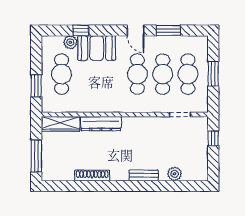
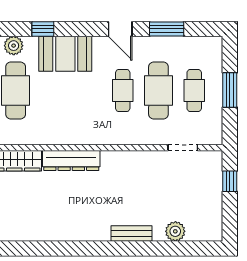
plant: (70, 42) -> (14, 46), moved
cafe table: (137, 74) -> (123, 90), width x0.73, depth x0.74
cafe table: (188, 74) -> (194, 90), width x0.73, depth x0.74
shoe rack: (92, 175) -> (59, 234), removed

